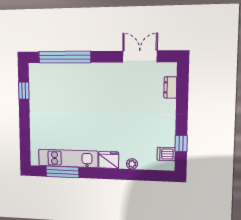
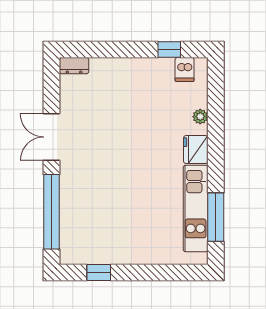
double door: (140, 56) -> (52, 137), moved
dresser: (170, 87) -> (74, 66), moved

